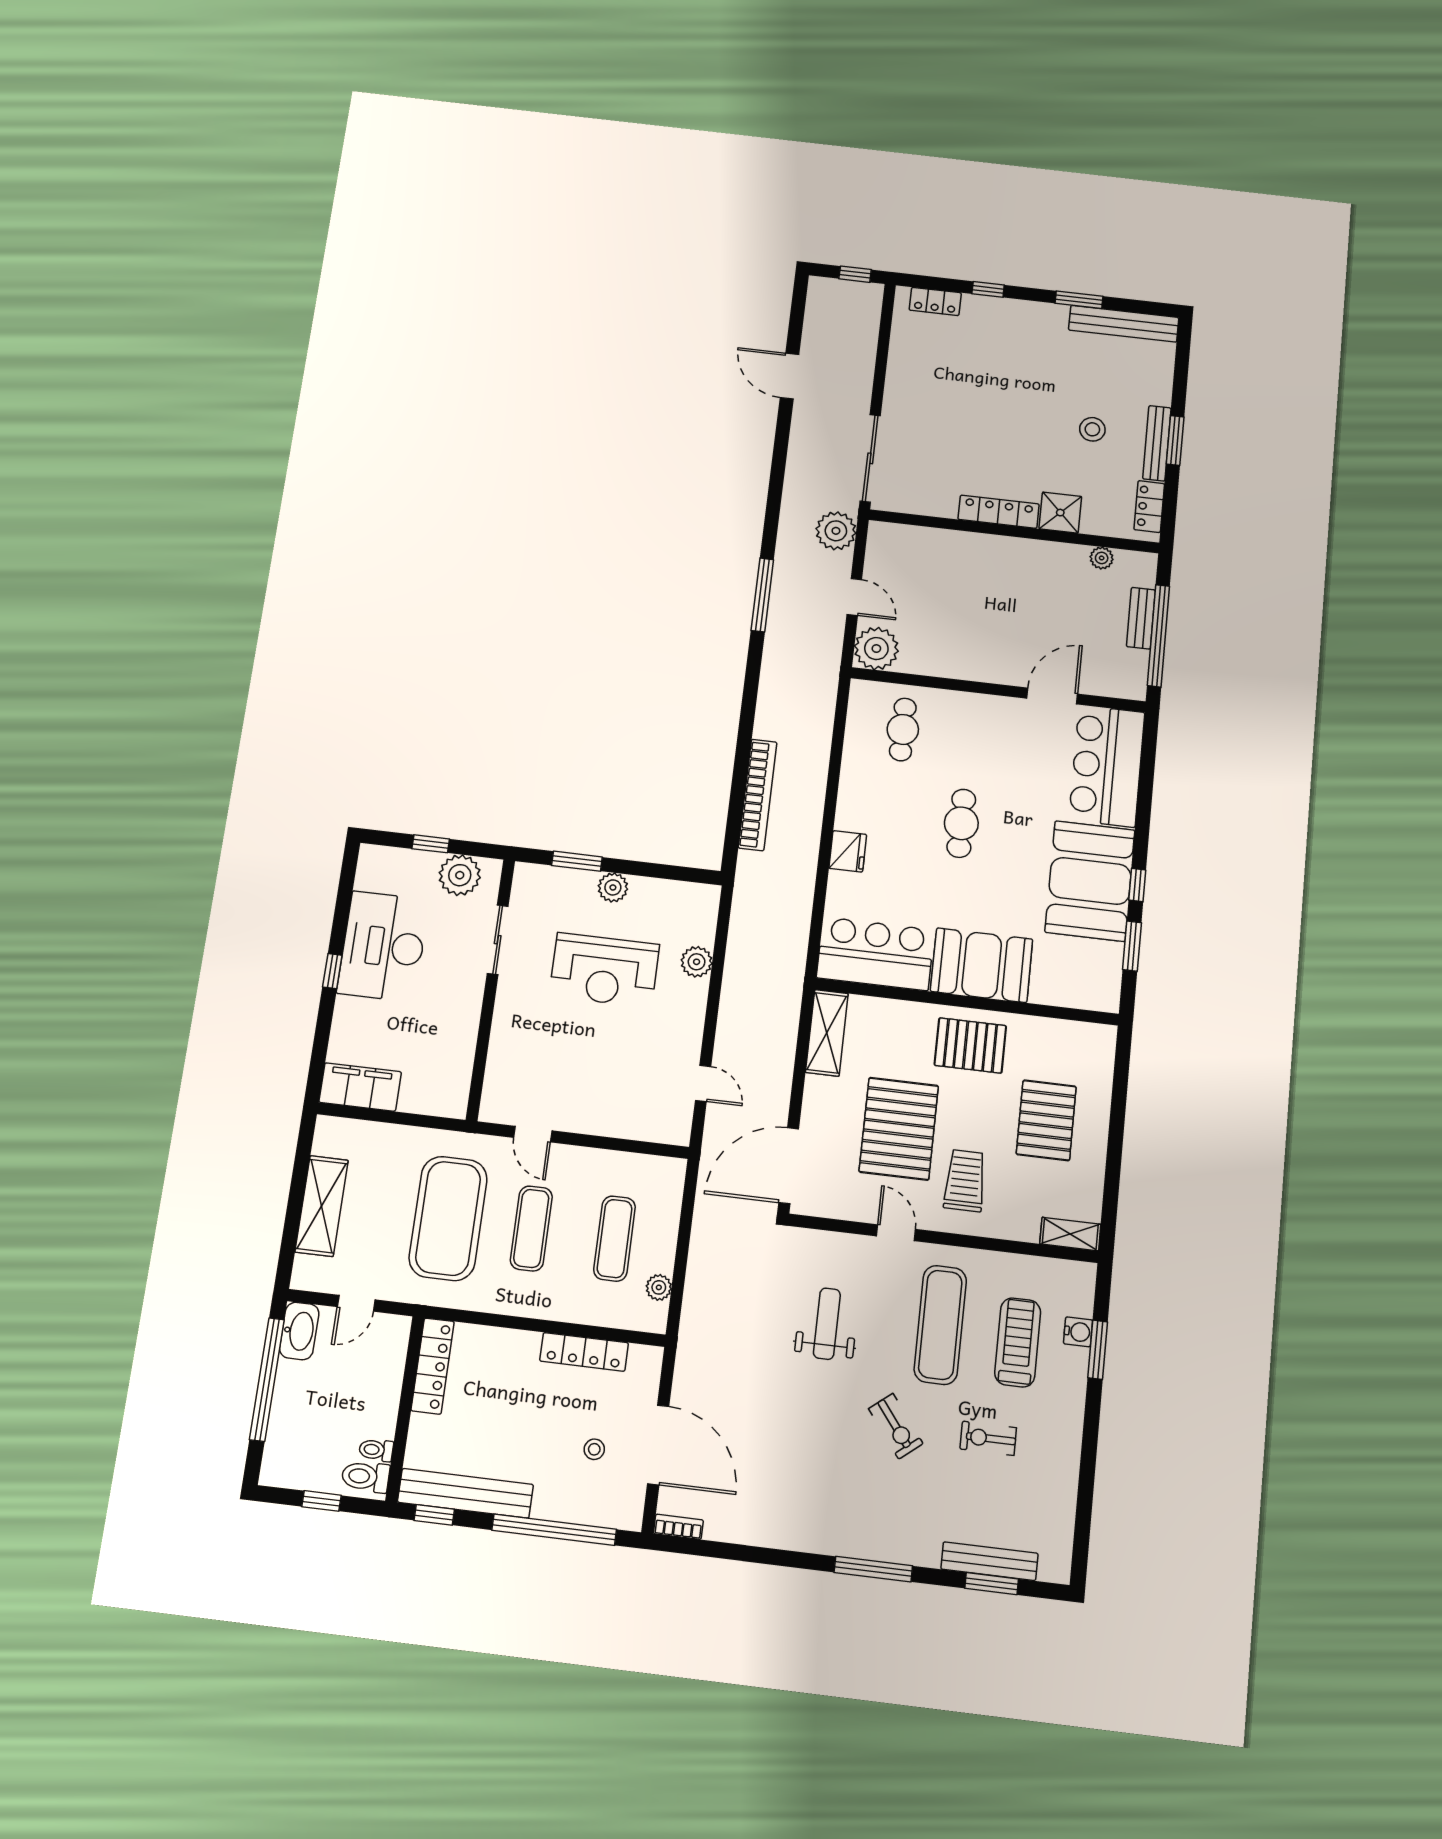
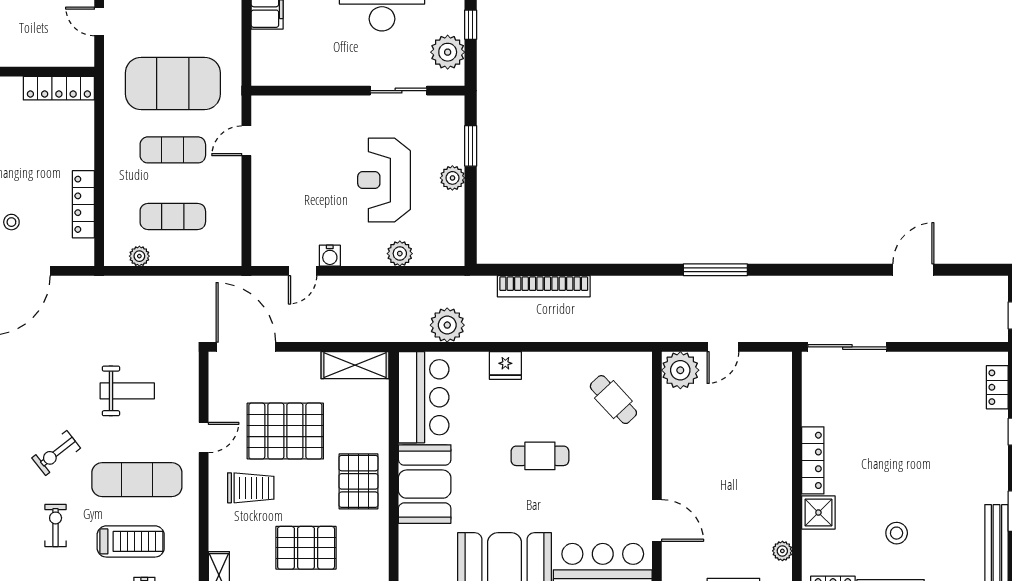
plant: (836, 531) -> (447, 325), moved
cafe table: (903, 729) -> (613, 400), turned 47
water cooler: (688, 1048) -> (330, 256), added

